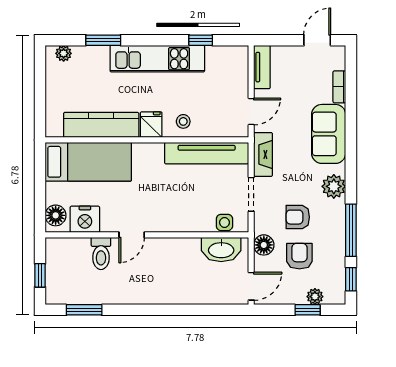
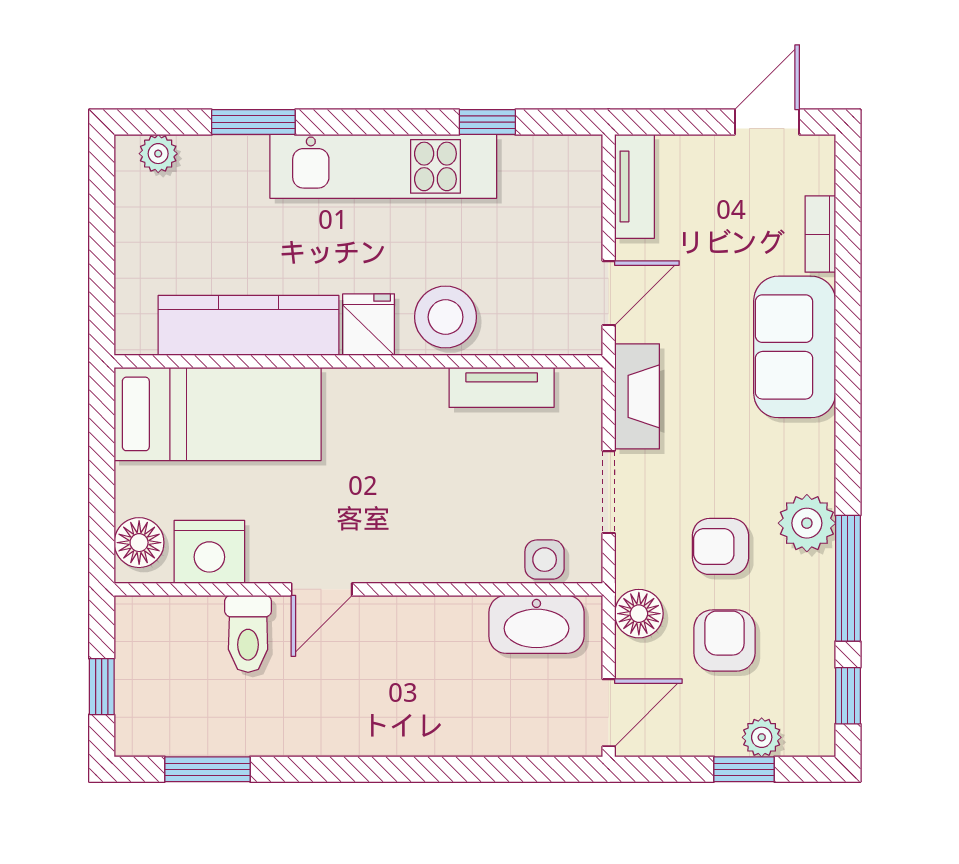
stool: (183, 121) -> (446, 317), width x1.89, depth x1.89
tv unit: (207, 153) -> (502, 387), width x0.52, depth x0.78
plant: (334, 186) -> (807, 523), moved

